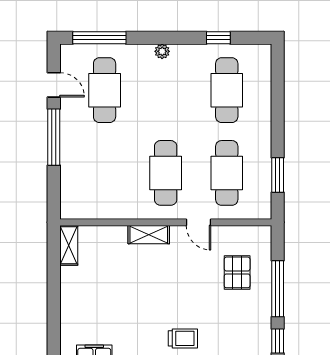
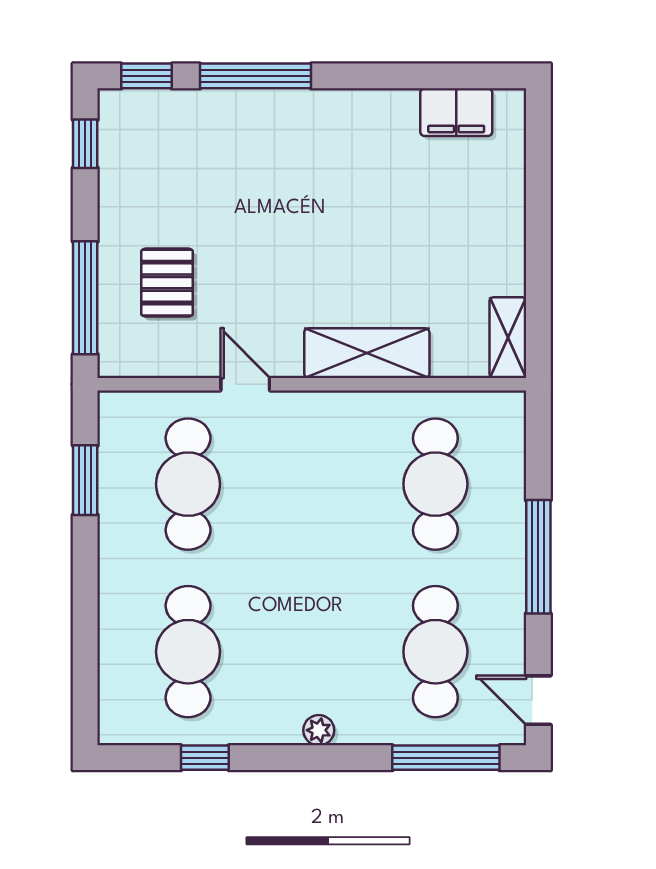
door: (54, 85) -> (538, 700), moved
cafe table: (166, 173) -> (435, 484), moved
shelving: (149, 235) -> (367, 353), width x1.50, depth x1.33
window: (278, 289) -> (85, 298), moved
trolley: (183, 338) -> (277, 149), removed

